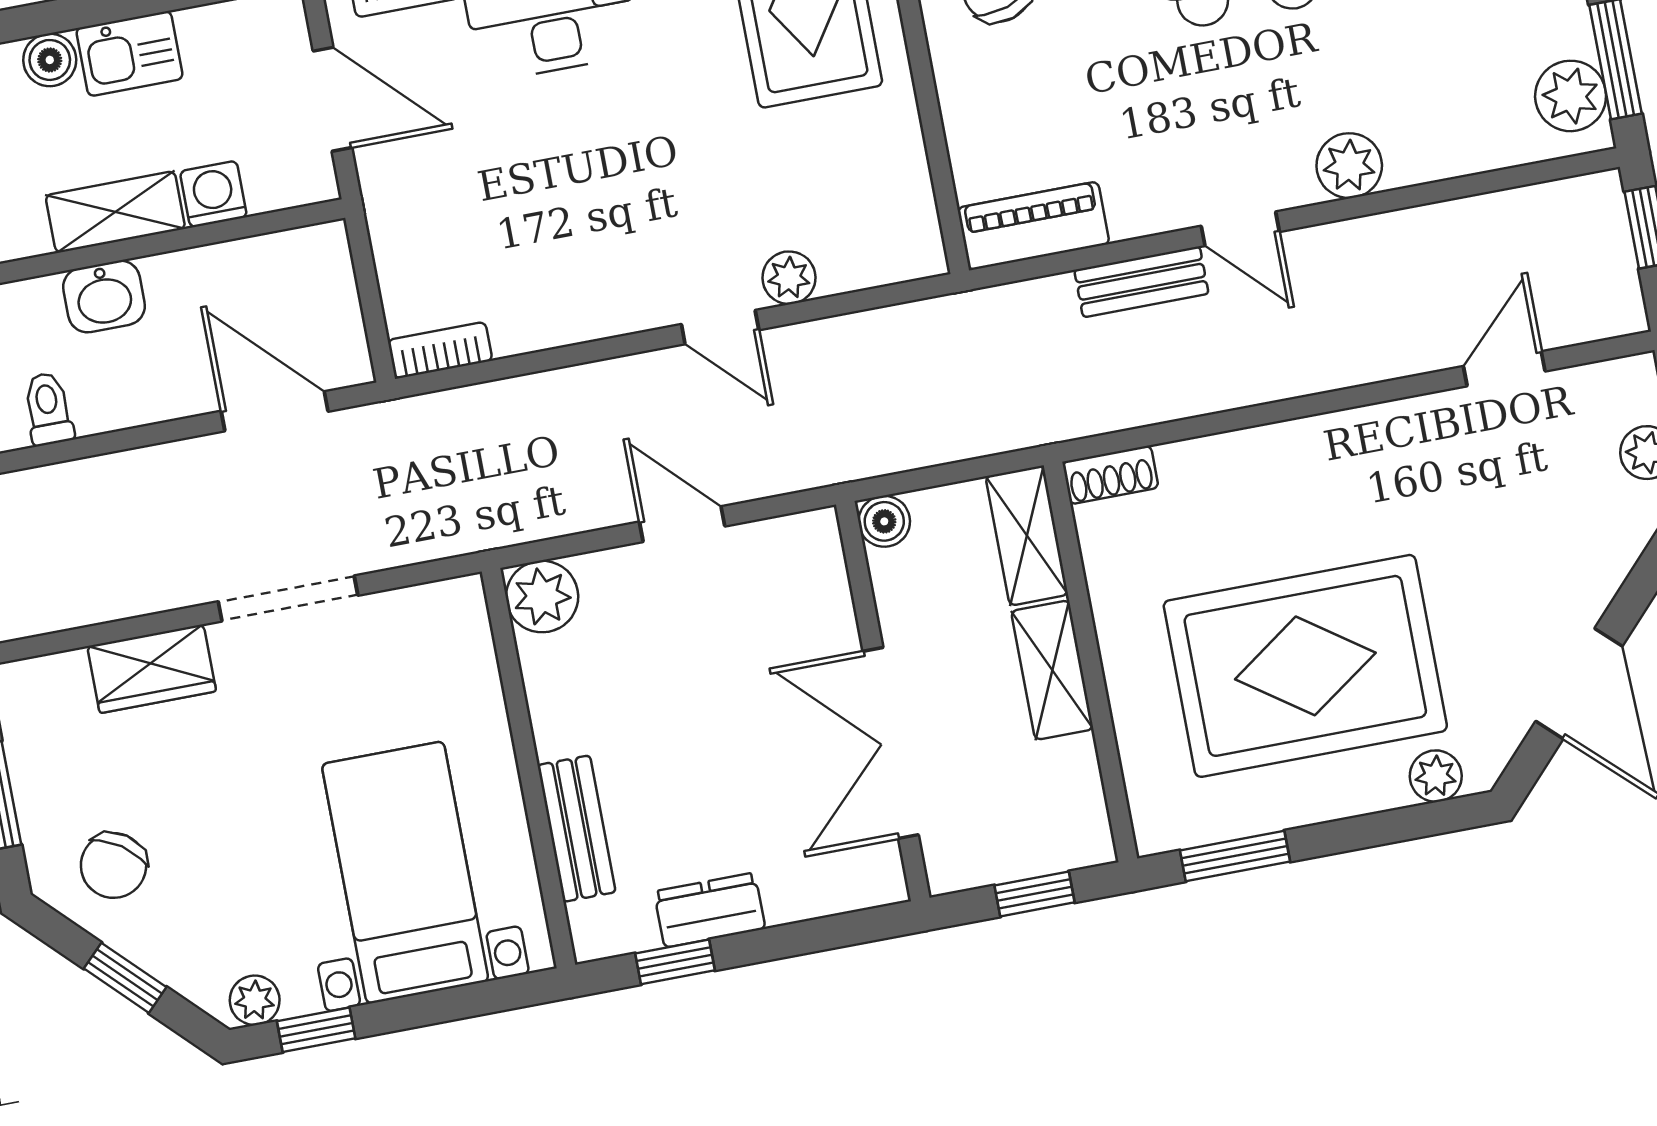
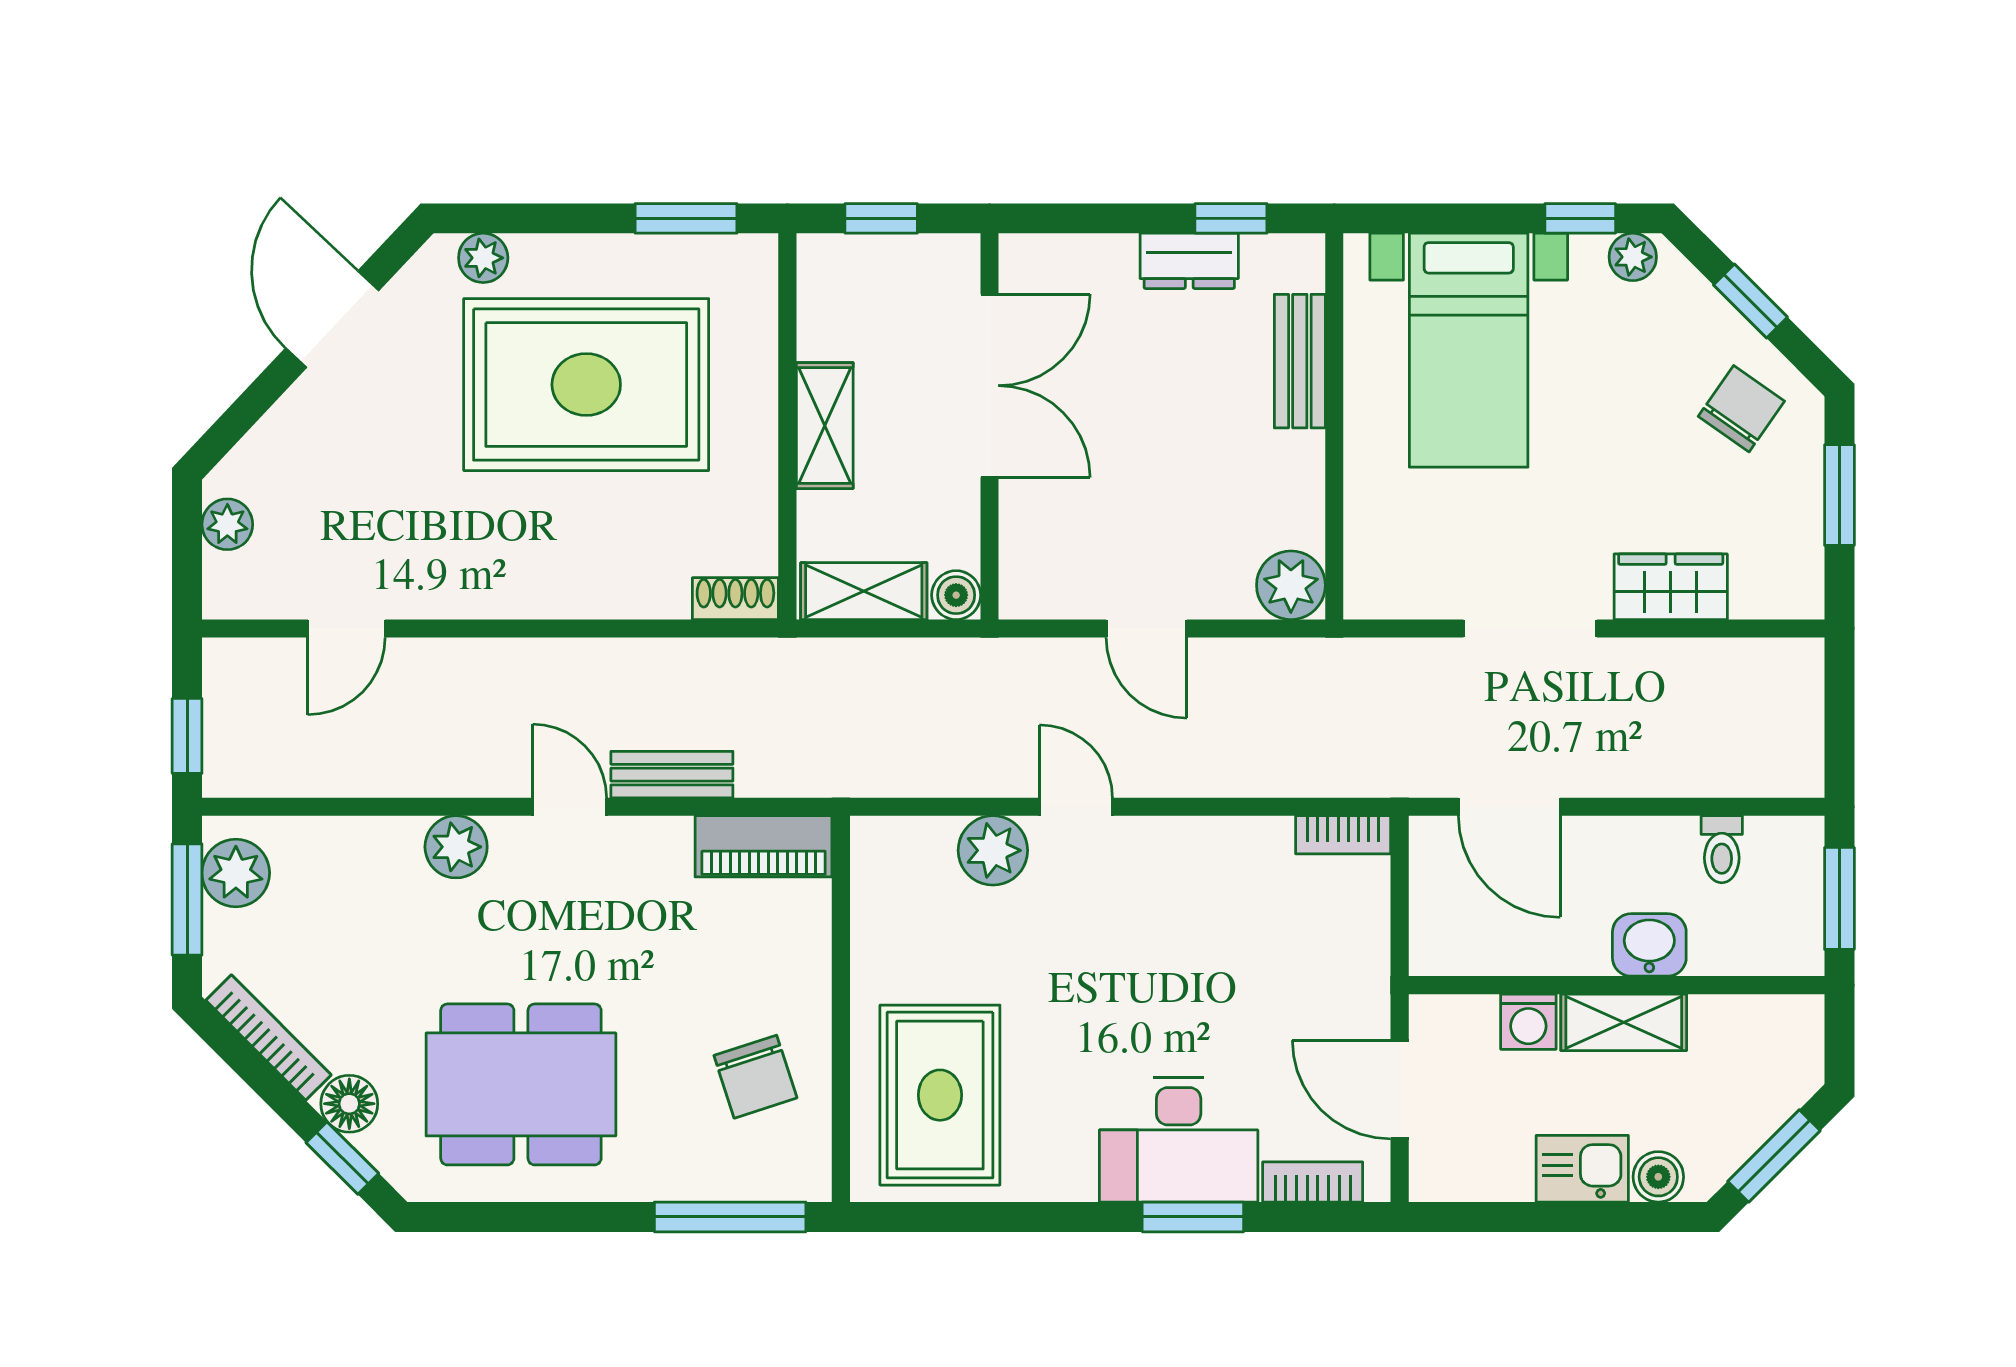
plant: (789, 278) -> (993, 850), width x1.38, depth x1.38
shelving: (1027, 536) -> (864, 591), moved, turned 90

